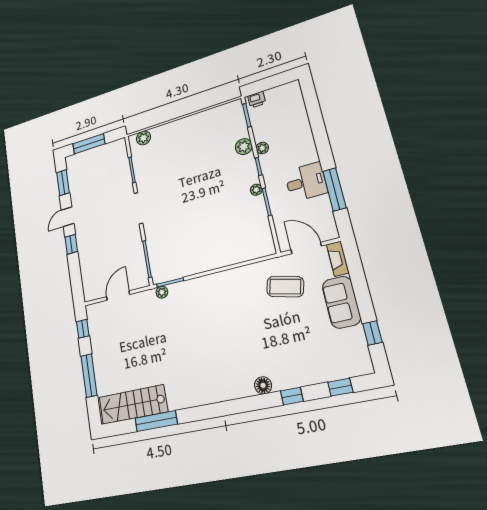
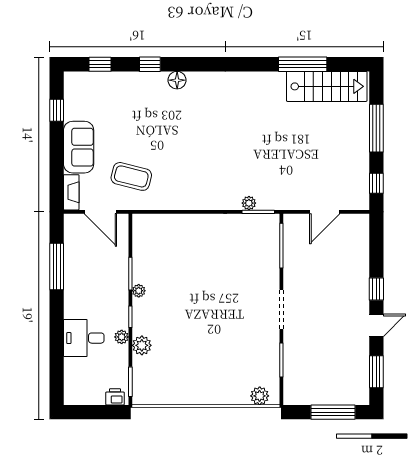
desk: (306, 182) -> (84, 338), moved
plant: (162, 292) -> (249, 203), moved

